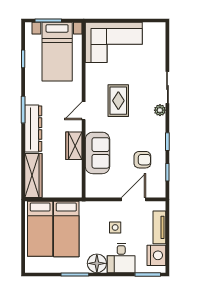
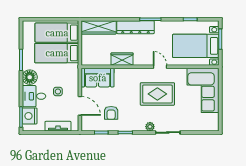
rug: (118, 101) -> (157, 94), width x1.36, depth x1.43
door: (84, 111) -> (160, 67), moved
sofa: (97, 153) -> (98, 78), moved
nightstand: (156, 255) -> (30, 116), moved, turned 90

